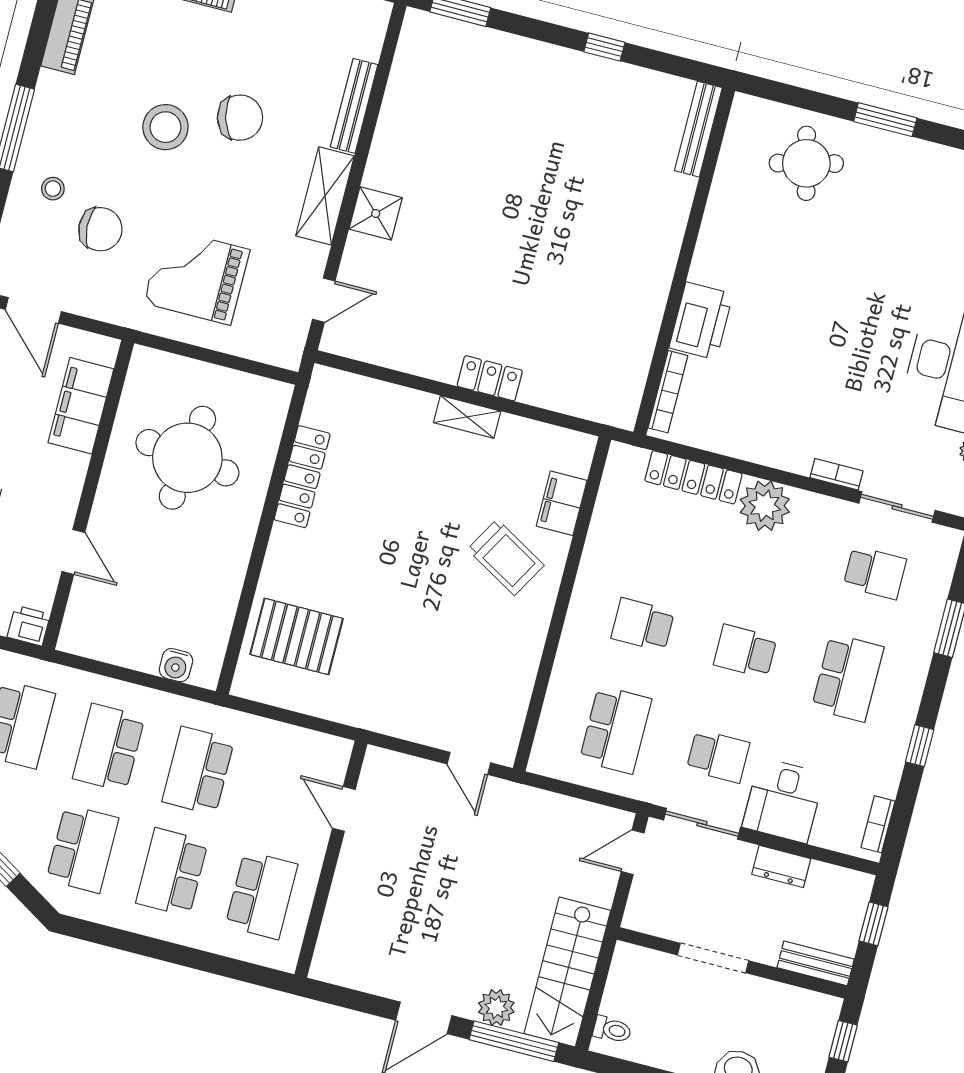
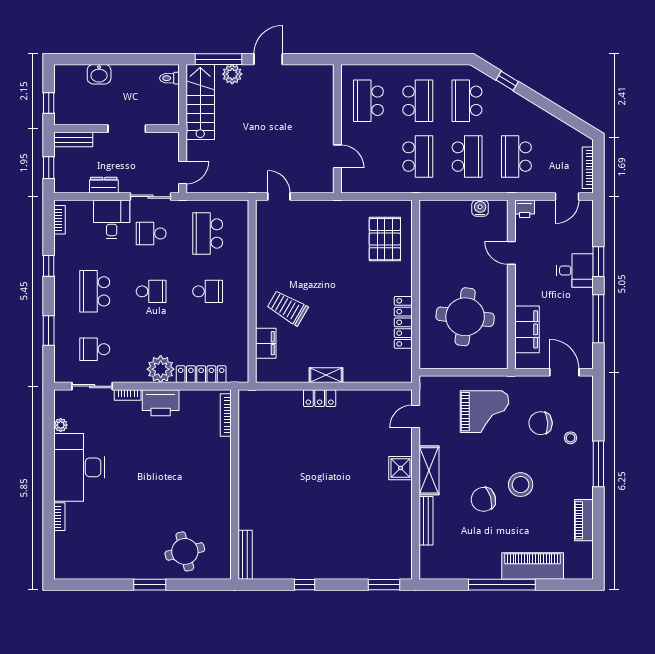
printer: (701, 321) -> (161, 403), moved, turned -90
pallet: (297, 636) -> (385, 239), turned 90
water cooler: (176, 665) -> (480, 208), moved

